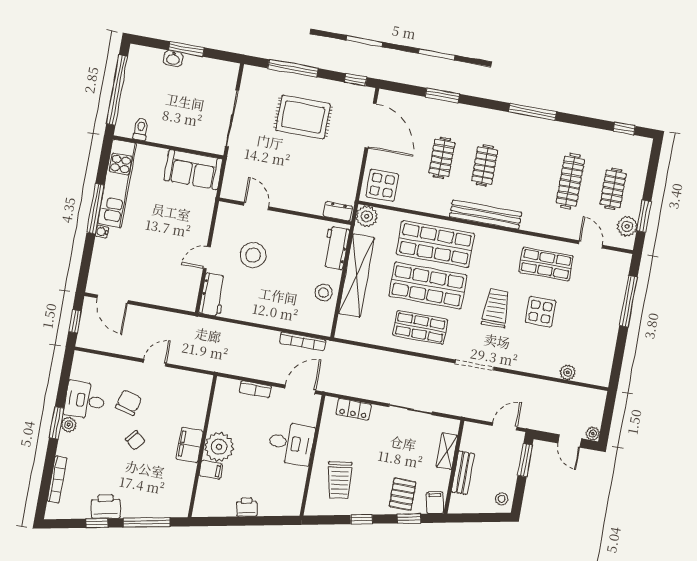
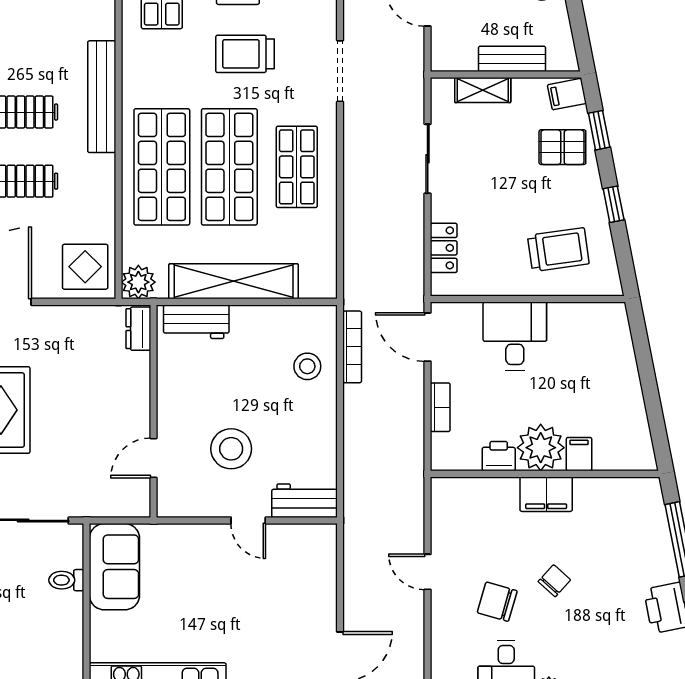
toilet: (141, 129) -> (66, 580), moved
stool: (324, 292) -> (307, 366), moved
printer: (247, 507) -> (499, 456), moved, turned 101

